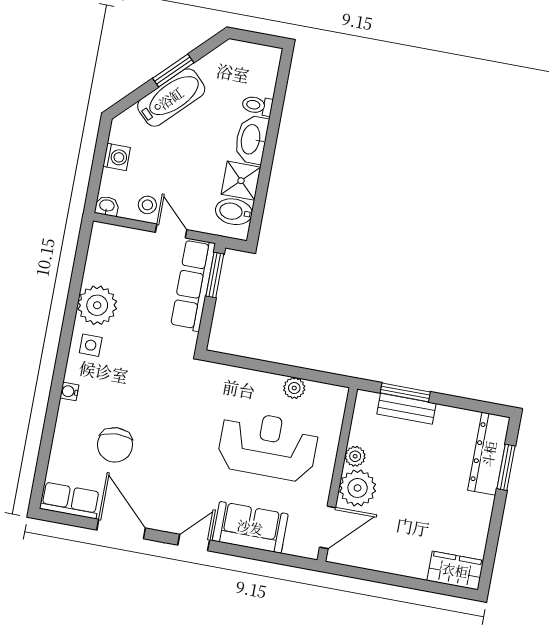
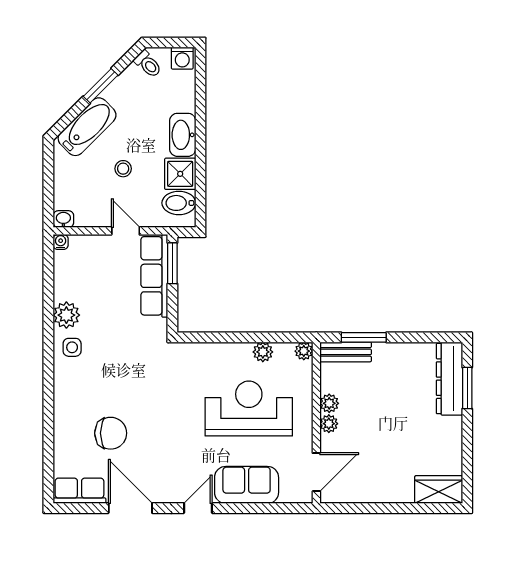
bathtub: (171, 98) -> (87, 127), moved
toilet: (257, 105) -> (148, 64), moved, turned -135
washing machine: (117, 157) -> (182, 58), moved, turned 90
stool: (147, 205) -> (123, 169), moved
plant: (97, 305) -> (66, 315), width x0.73, depth x0.73
water cooler: (69, 391) -> (61, 242), moved, turned 90
plant: (338, 395) -> (304, 351), added
bench: (406, 409) -> (346, 352), moved
chair: (115, 445) -> (111, 433), turned -87
plant: (358, 488) -> (329, 424), width x0.53, depth x0.53

